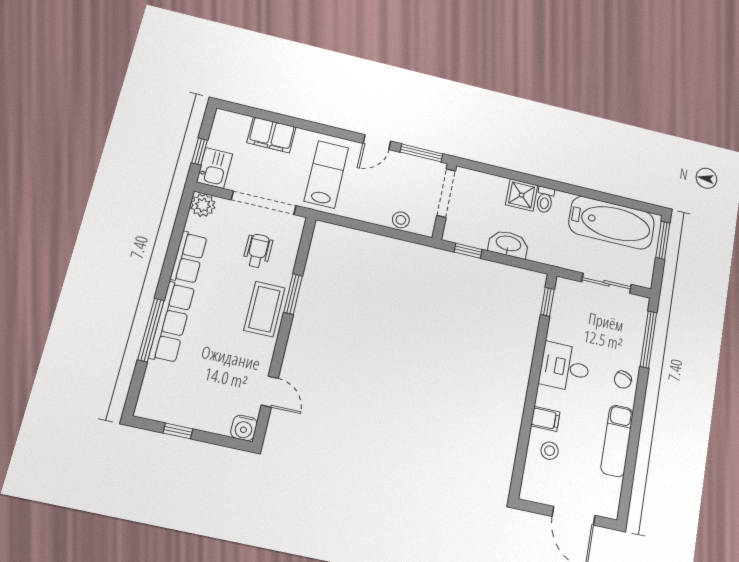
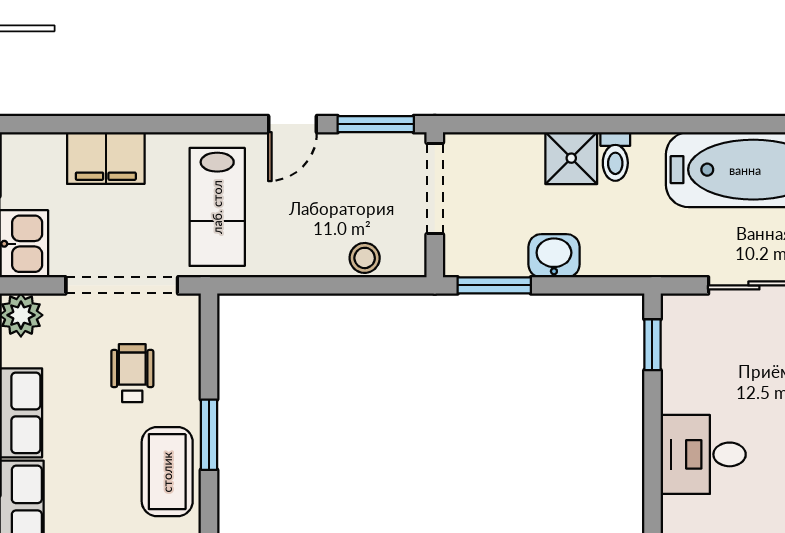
lab bench: (326, 174) -> (217, 207), turned 180
washbasin: (508, 244) -> (554, 256), width x0.72
window: (468, 251) -> (494, 285), width x1.50

